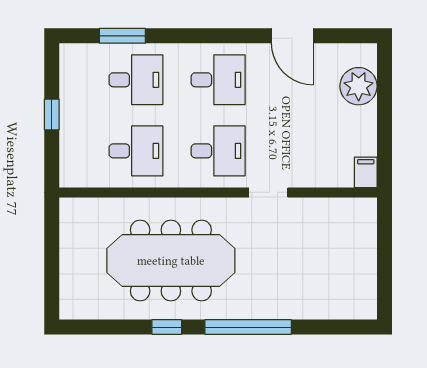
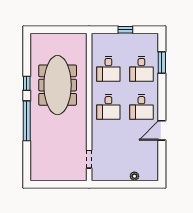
door: (292, 36) -> (162, 130), moved
plant: (359, 86) -> (134, 176), width x0.53, depth x0.53
filing cabinet: (366, 172) -> (98, 176), removed
doorway: (268, 192) -> (89, 159), moved

